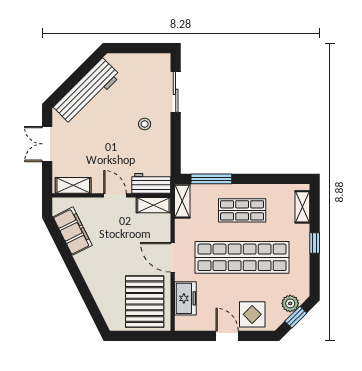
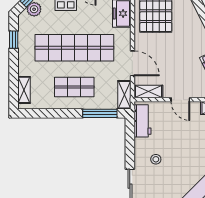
workbench: (151, 183) -> (142, 121), moved, turned -90
window: (315, 243) -> (14, 40), moved
door: (173, 257) -> (132, 63), moved

